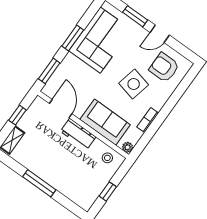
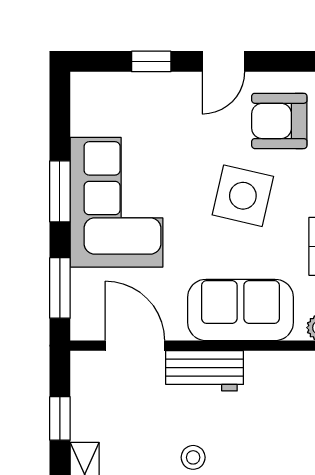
window: (135, 16) -> (151, 61), width x0.67
corner sofa: (100, 40) -> (116, 202), moved
stool: (107, 158) -> (193, 457), moved

